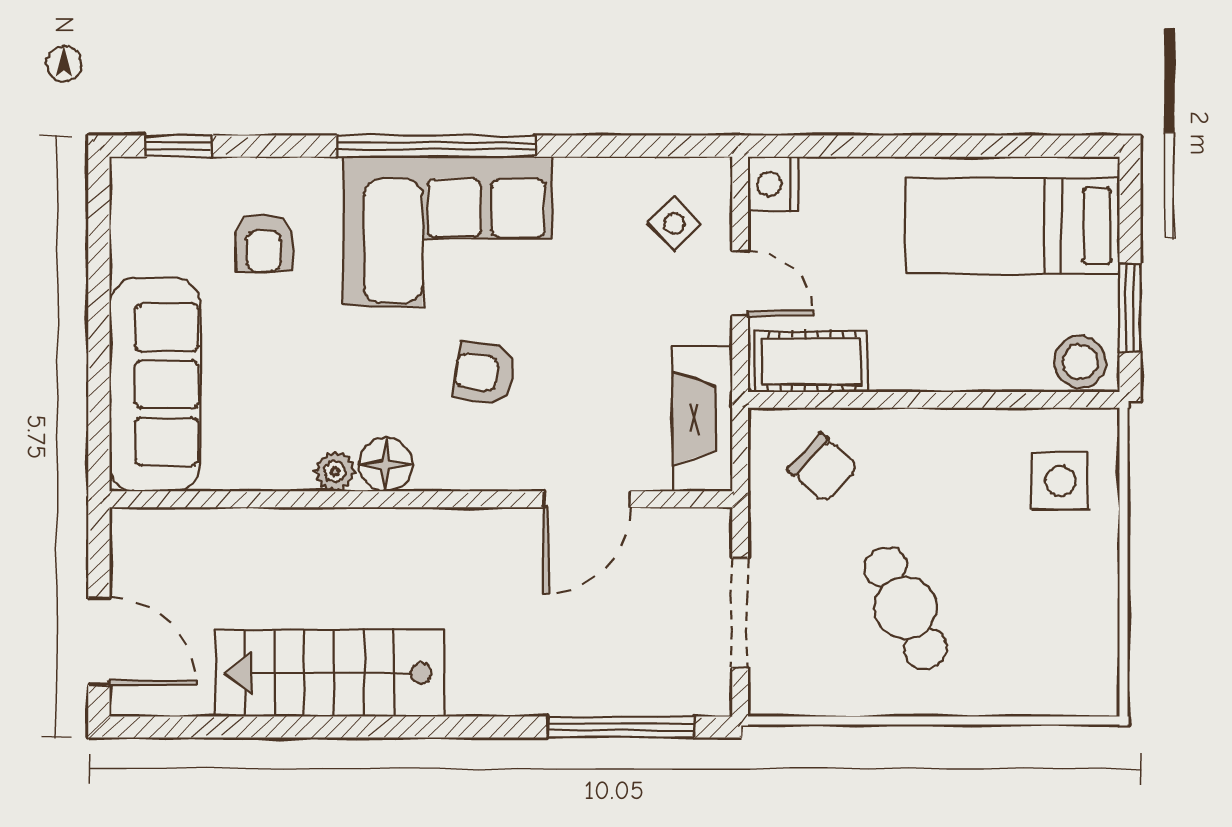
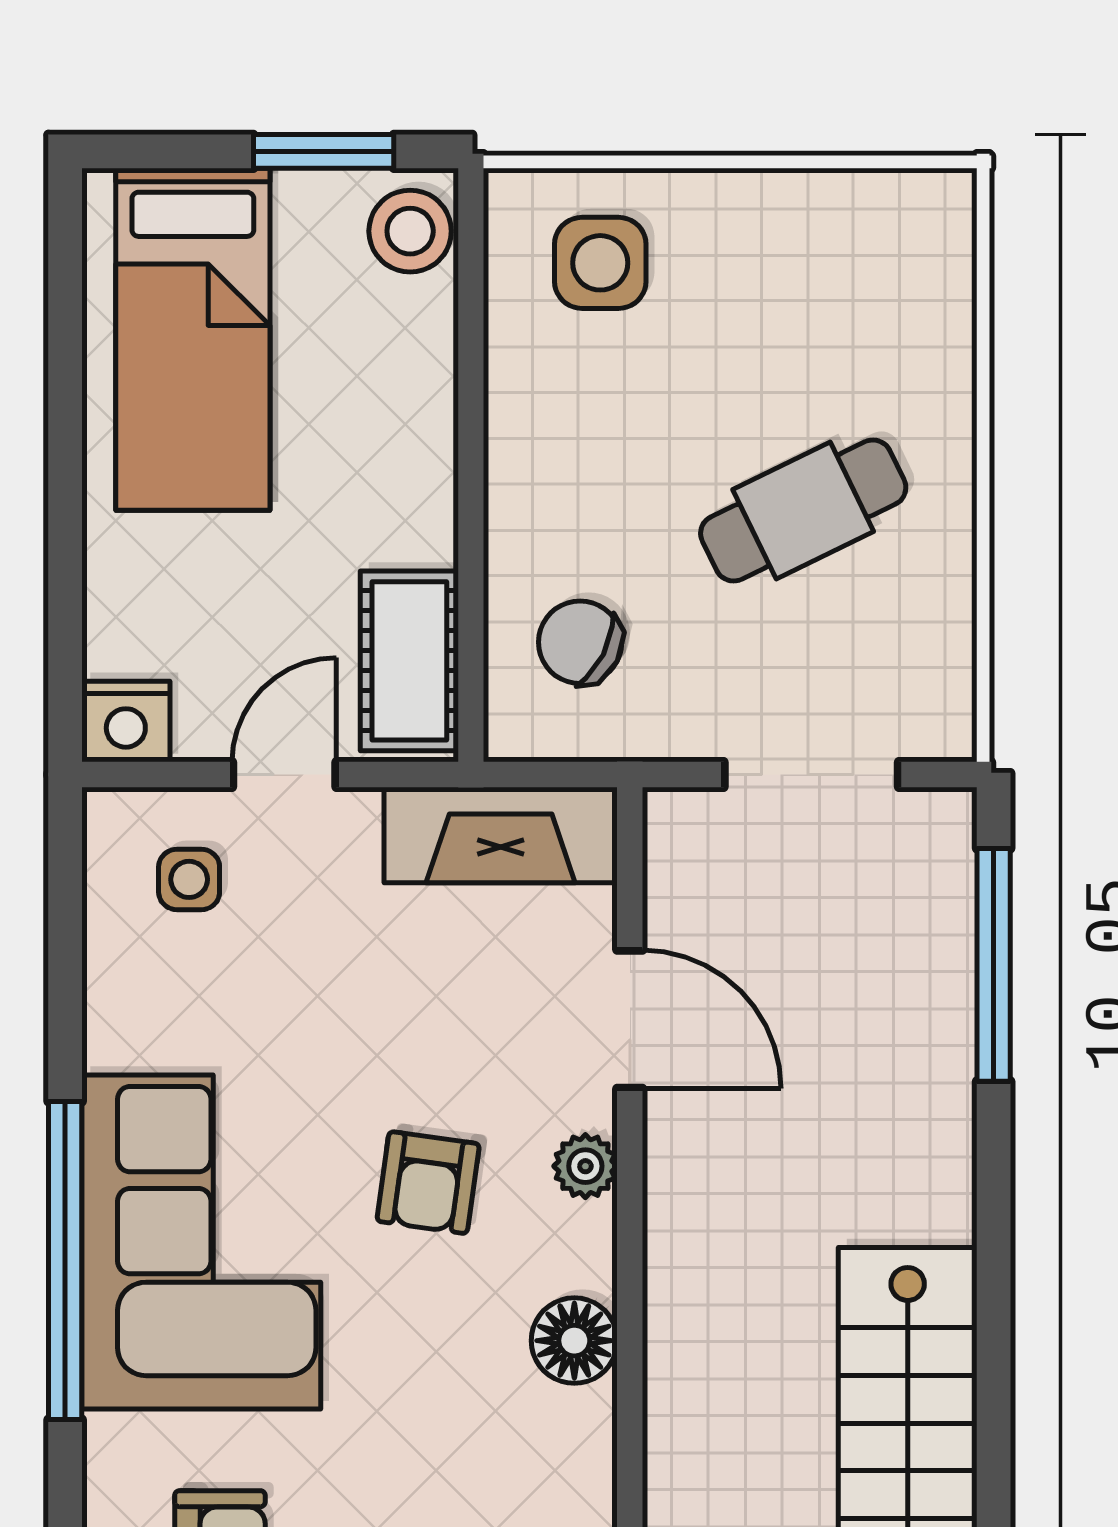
side table: (674, 224) -> (189, 879), turned 45
chair: (823, 468) -> (580, 642), turned -106
plant: (335, 472) -> (585, 1166), moved

